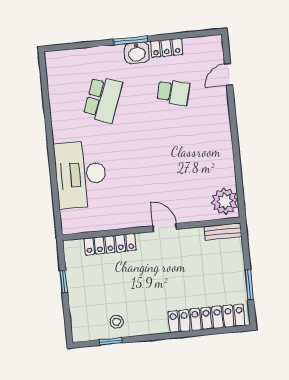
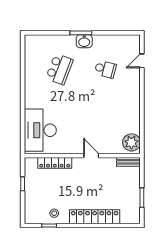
locker: (166, 48) -> (104, 40), removed
desk: (81, 174) -> (40, 130), moved
locker: (206, 318) -> (95, 217), moved

